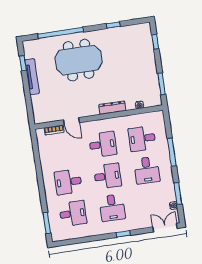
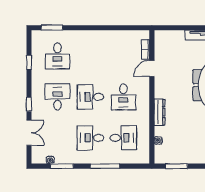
desk: (142, 139) -> (123, 138), turned 90
desk: (108, 176) -> (90, 97), turned 90
desk: (68, 182) -> (90, 56), removed
desk: (112, 208) -> (57, 97), turned 90
double door: (165, 228) -> (29, 133), moved
window: (83, 240) -> (29, 62), added

